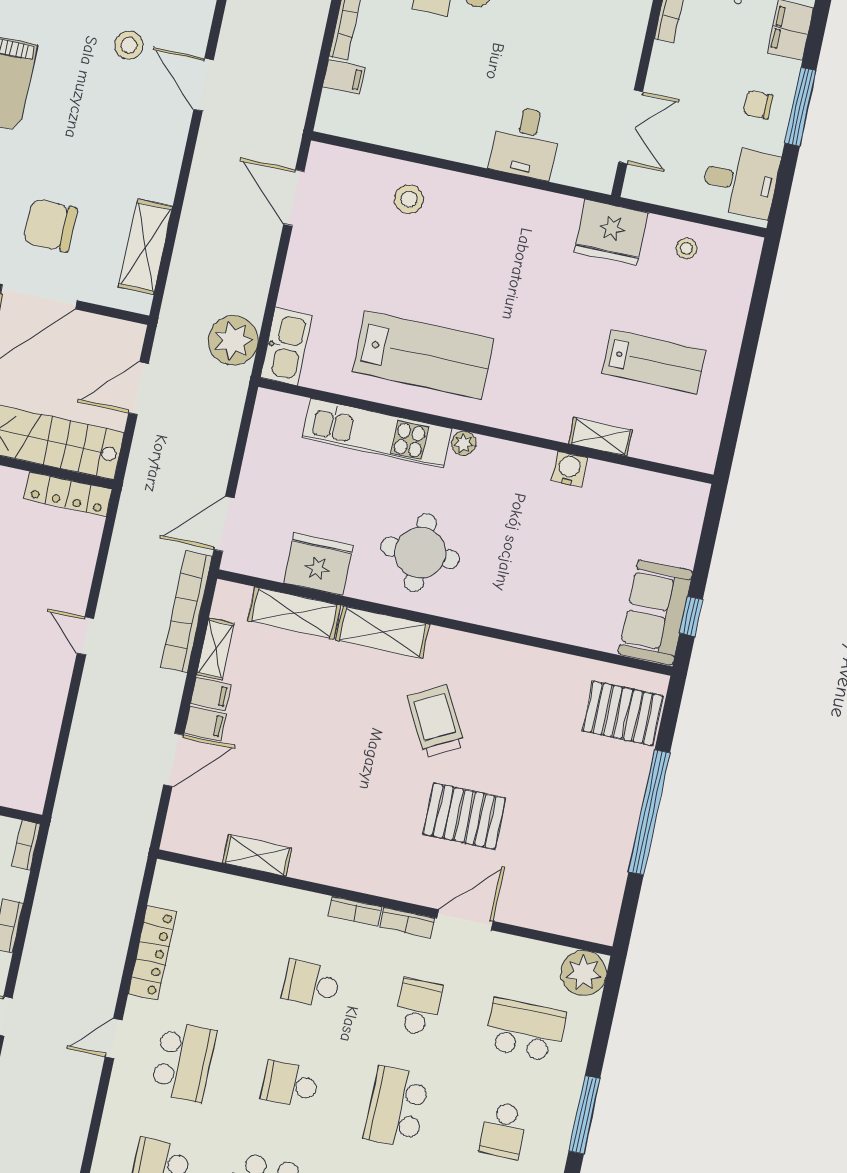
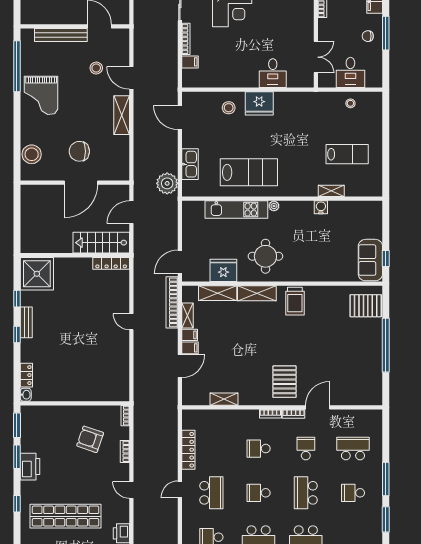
desk: (740, 181) -> (350, 72), moved, turned 90
fridge: (611, 232) -> (259, 103), moved
shelving: (146, 247) -> (122, 115), moved
kitchen sink: (286, 347) -> (190, 164), moved
trolley: (436, 721) -> (295, 301), moved, turned -152
pallet: (464, 816) -> (284, 382), moved, turned 90
plant: (584, 973) -> (373, 419), removed
school desk: (503, 1130) -> (353, 493), turned 90

